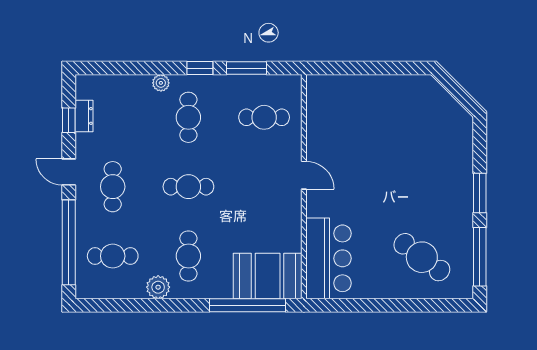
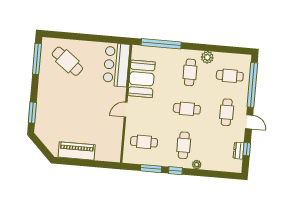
piano: (390, 89) -> (77, 151), added
door: (304, 175) -> (126, 110), hinge flipped
window: (480, 193) -> (32, 113), moved
booth: (268, 276) -> (142, 79), moved, turned 90

